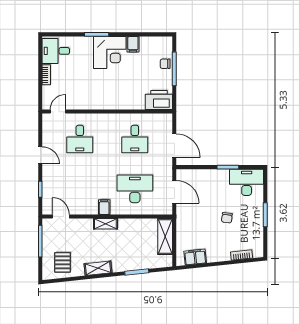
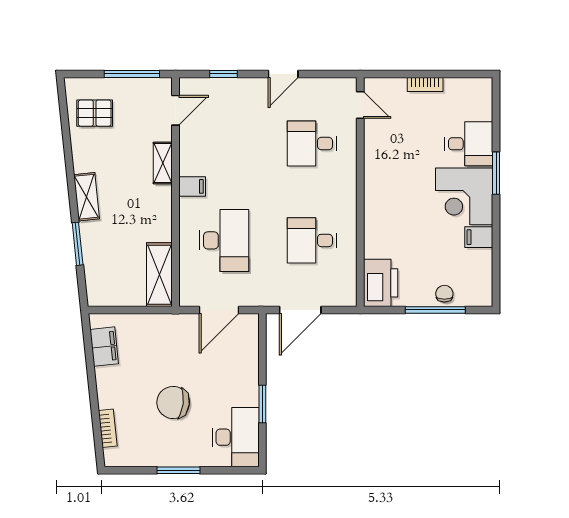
desk: (56, 51) -> (469, 144), moved, turned 90
chair: (227, 218) -> (173, 402), width x1.87, depth x1.87
shelving: (105, 224) -> (163, 163), moved
shelving: (165, 236) -> (159, 275), moved, turned 90
shelving: (98, 268) -> (87, 197), moved

